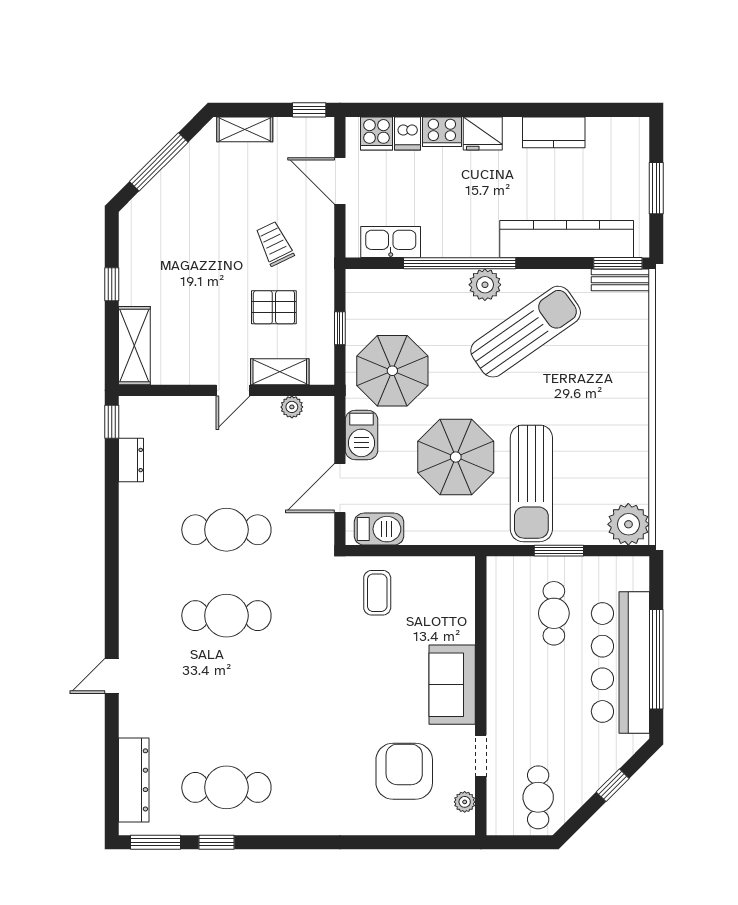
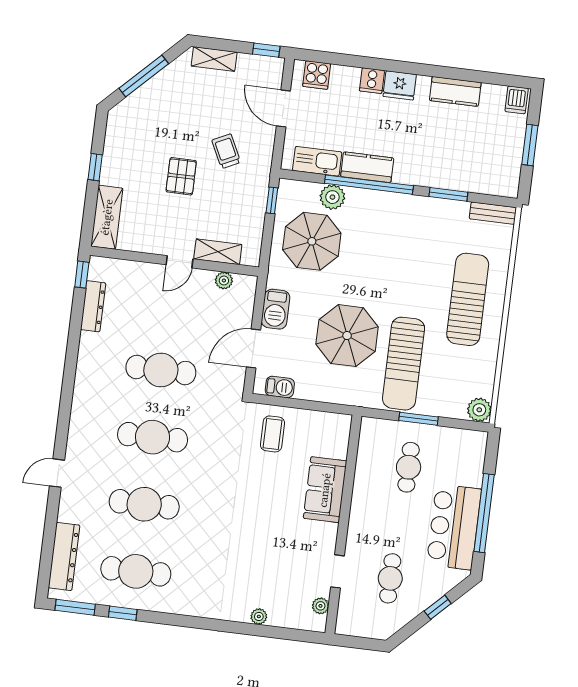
cooker: (442, 132) -> (372, 81), width x0.73
dishwasher: (407, 133) -> (517, 100), moved
kitchen counter: (567, 239) -> (367, 167), moved, width x0.48, depth x0.86
window: (618, 263) -> (448, 194), moved
plant: (485, 285) -> (332, 197), moved
pallet: (274, 307) -> (181, 176), moved, turned 90
window: (340, 328) -> (272, 200), moved
sun lounger: (526, 332) -> (468, 299), moved, turned -55
parasol: (392, 371) -> (312, 241), moved
dresser: (131, 460) -> (93, 306), width x1.44
plant: (628, 524) -> (479, 410), width x0.73, depth x0.73
barbecue: (379, 529) -> (280, 387), width x0.73, depth x0.79
bar counter: (620, 662) -> (454, 527), width x0.73
sofa: (452, 685) -> (325, 490), moved
cafe table: (226, 701) -> (144, 504), added
armchair: (404, 771) -> (276, 576), removed
cafe table: (538, 797) -> (390, 578), moved
plant: (389, 825) -> (259, 616), added

